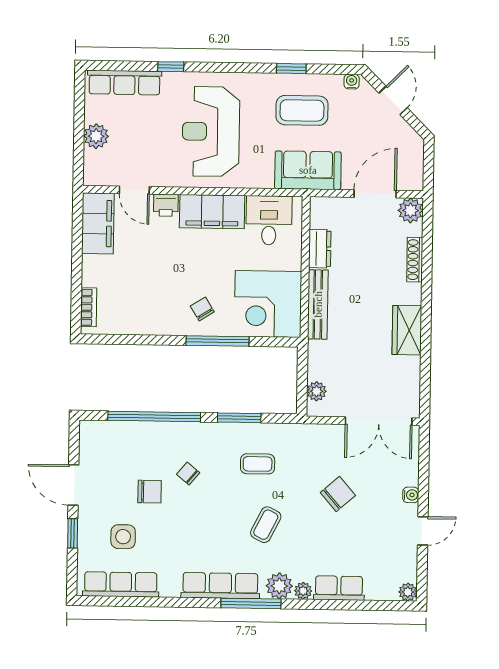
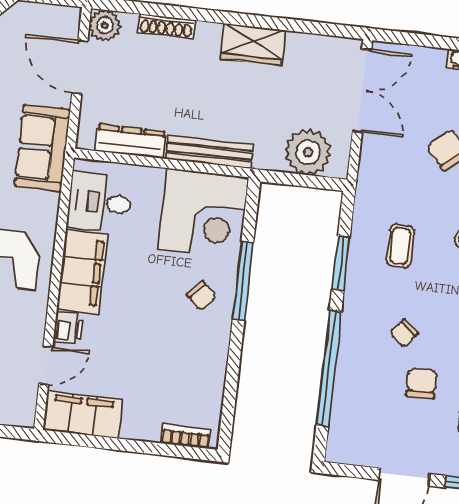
dresser: (320, 249) -> (130, 141), width x1.44
chair: (202, 309) -> (201, 296), turned -105
plant: (317, 391) -> (308, 152), width x1.87, depth x1.87

